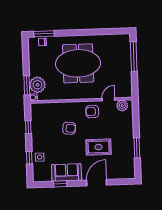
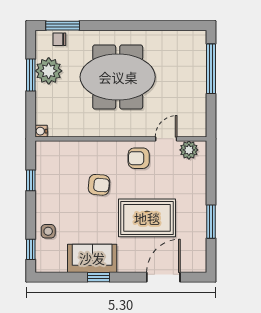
window: (27, 85) -> (31, 75), moved
plant: (37, 85) -> (49, 71), moved
rug: (99, 147) -> (147, 218), width x1.36, depth x1.43
window: (29, 158) -> (31, 249), moved
door: (97, 183) -> (163, 277), moved
window: (60, 184) -> (98, 277), moved

